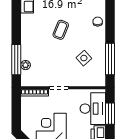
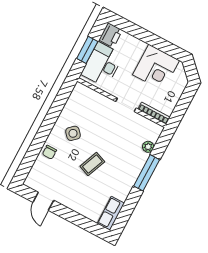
side table: (84, 58) -> (73, 133), moved
window: (110, 59) -> (57, 107), removed
window: (16, 60) -> (147, 173), moved

